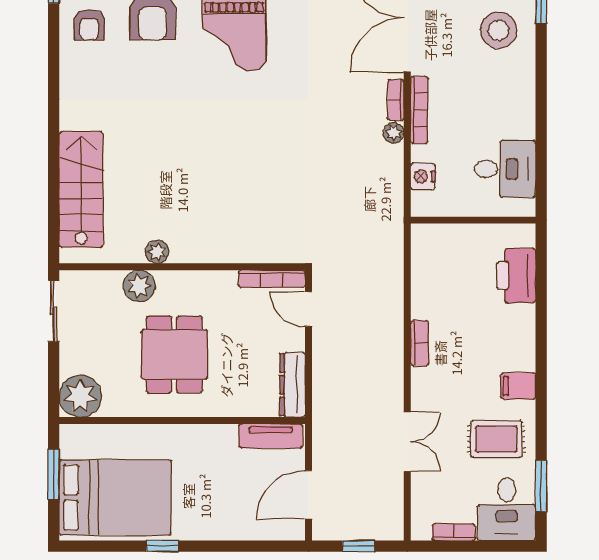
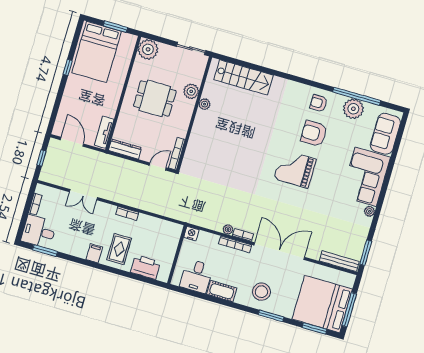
cot: (520, 110) -> (222, 291), added
nightstand: (423, 177) -> (191, 234), moved
rug: (496, 439) -> (119, 249), moved

